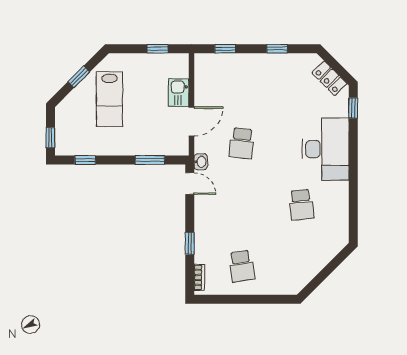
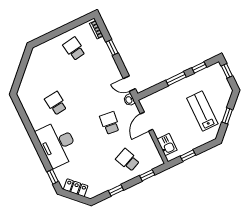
school desk: (242, 82) -> (128, 160), added
kitchen sink: (179, 93) -> (167, 145), moved
window: (150, 160) -> (176, 79), moved

